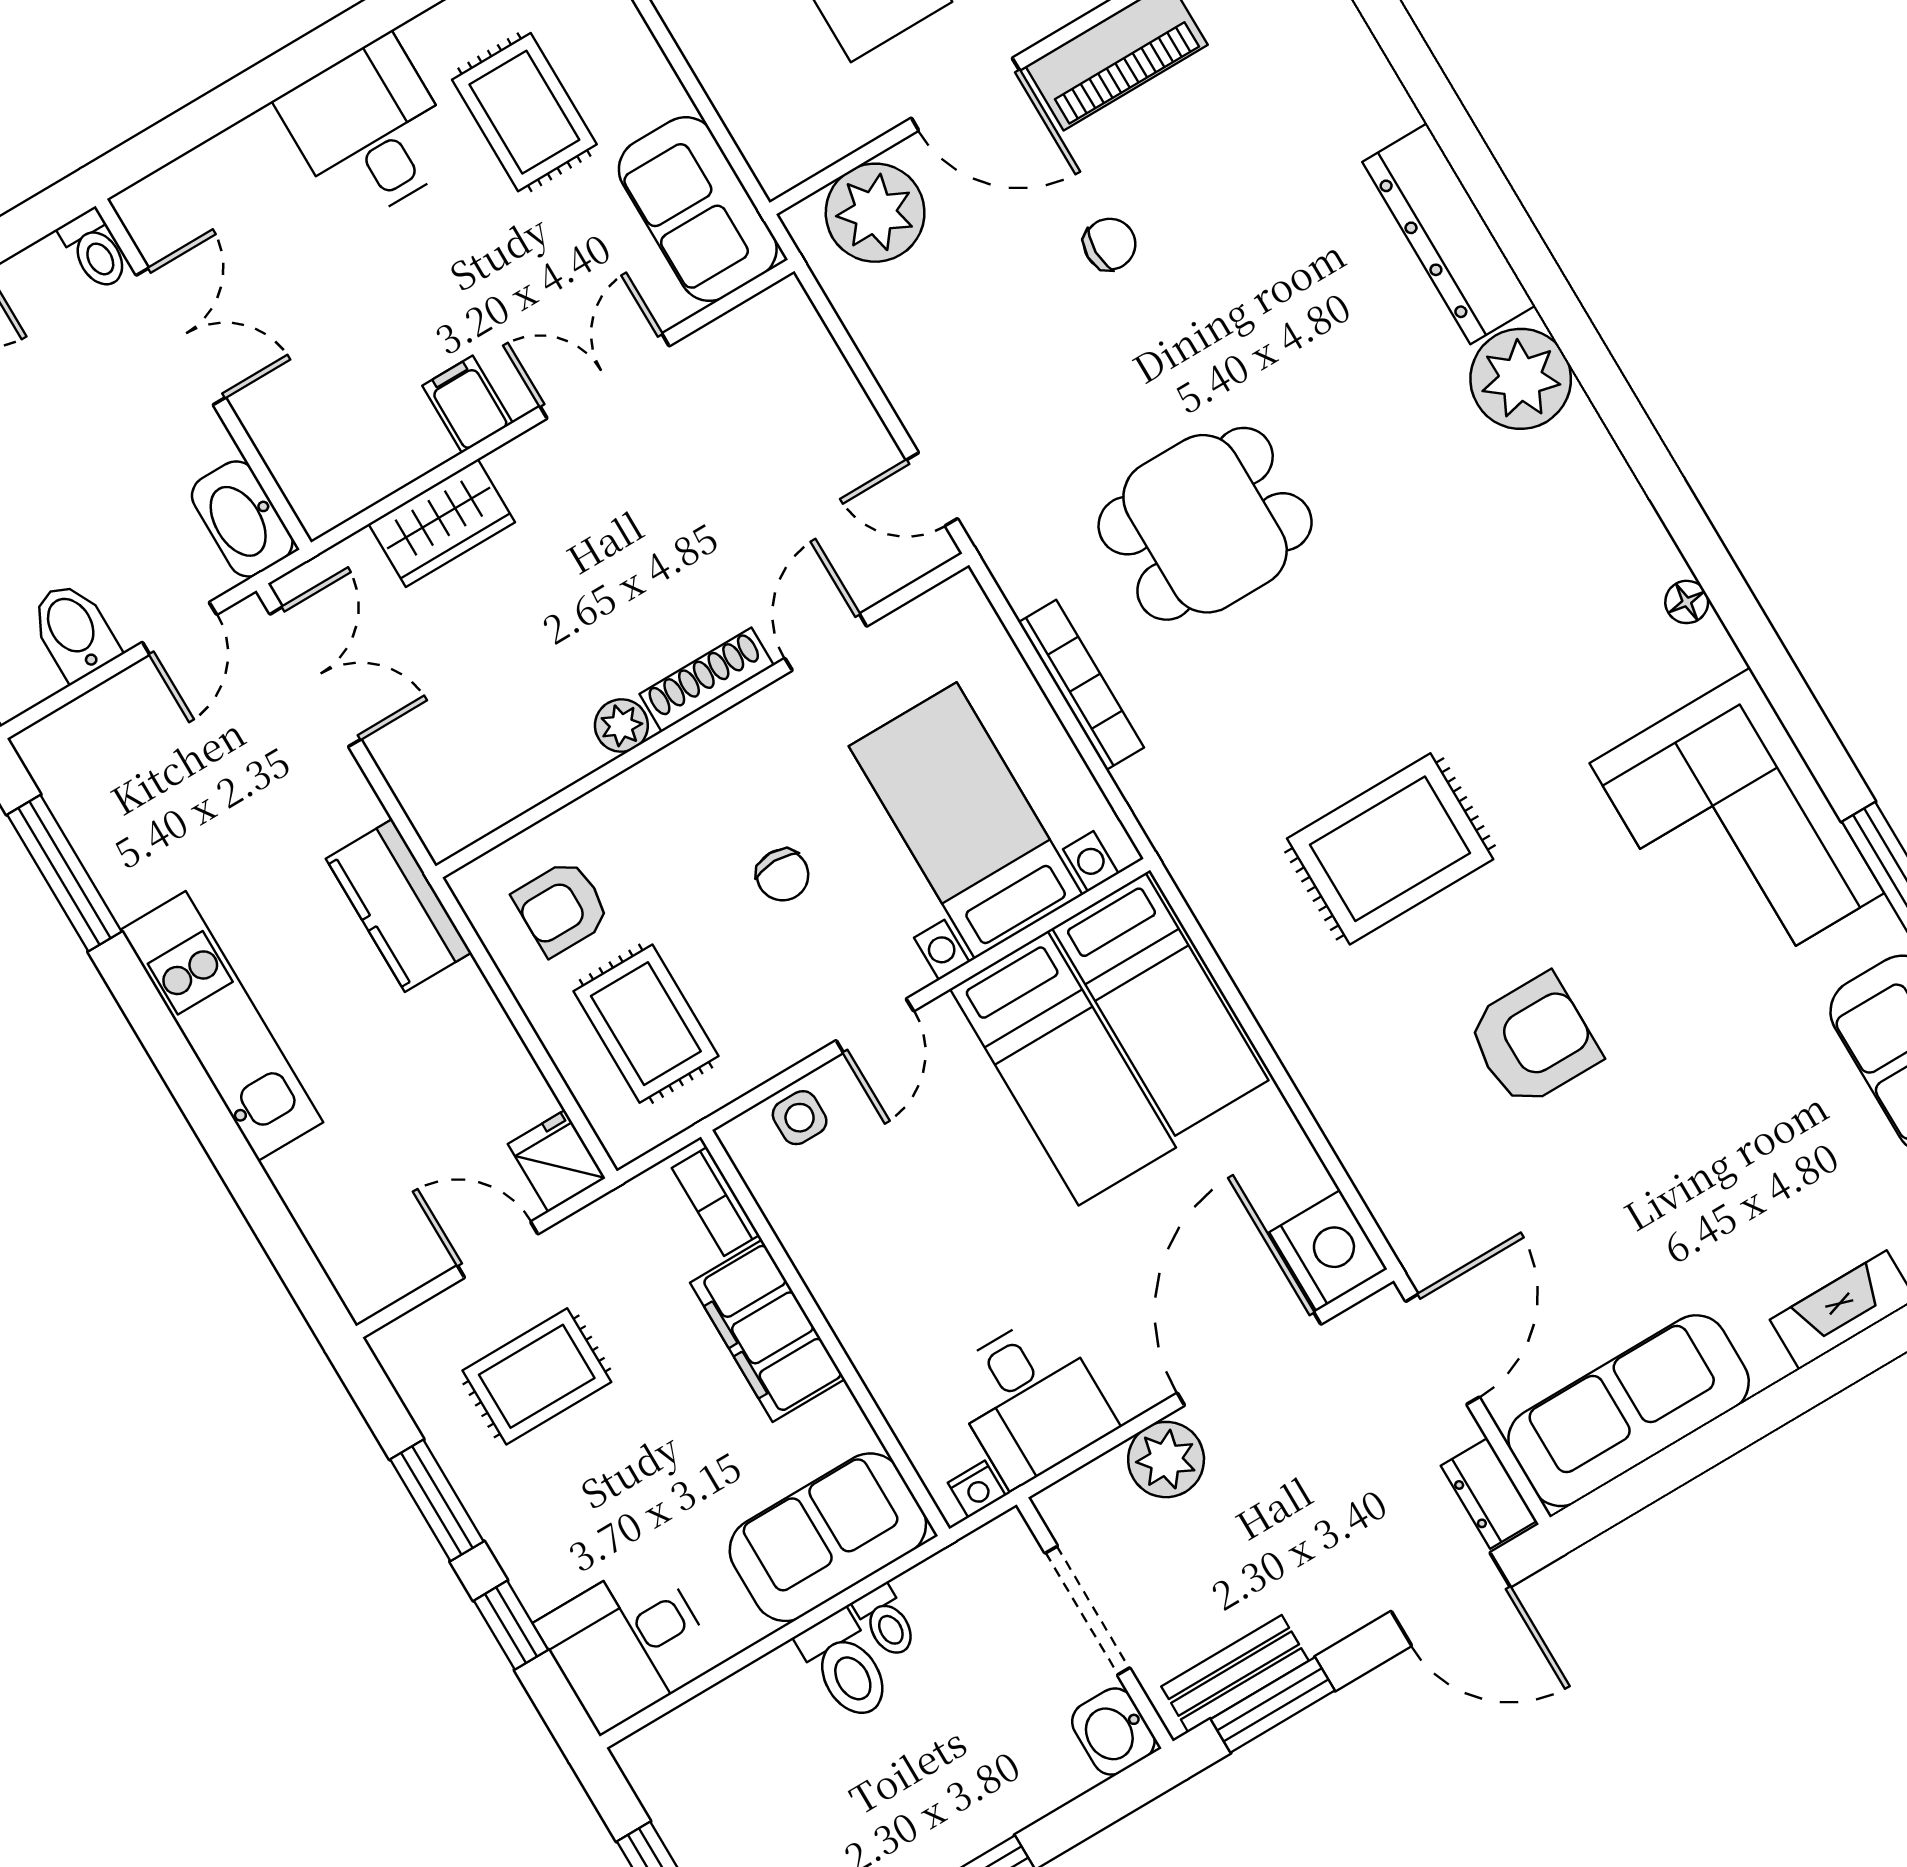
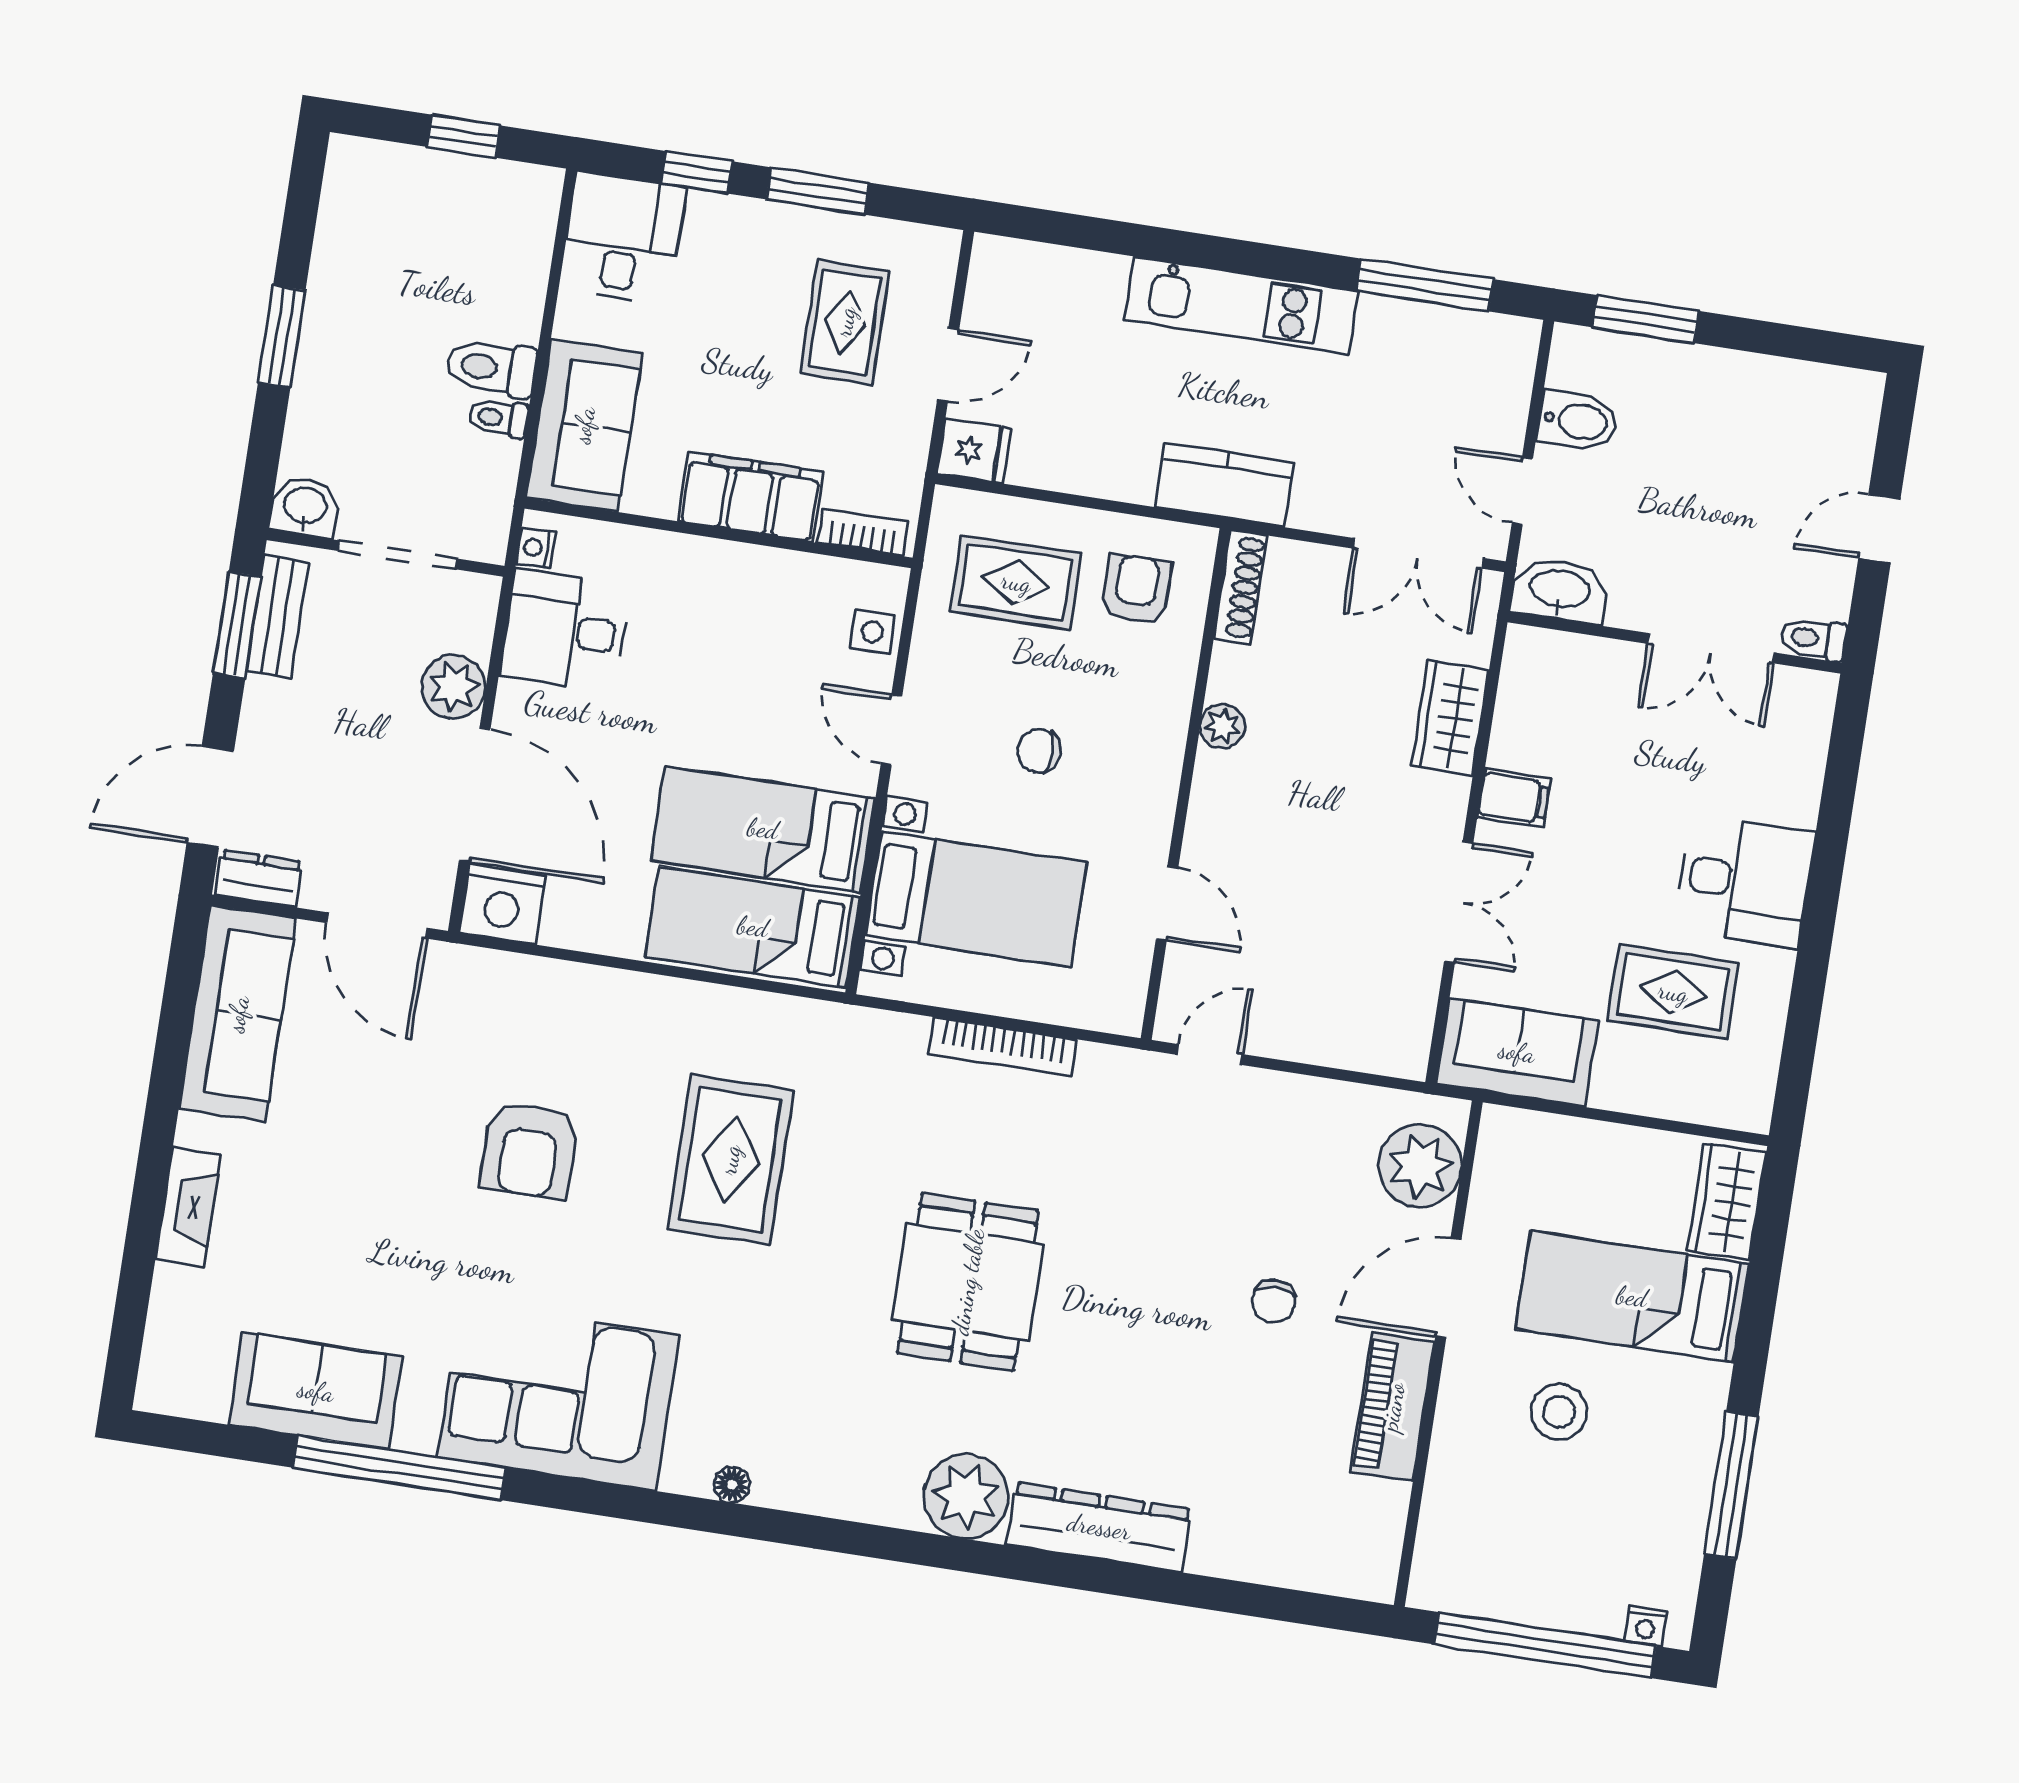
dining table: (1205, 524) -> (968, 1282), moved
shoe rack: (707, 680) -> (1240, 587), moved

